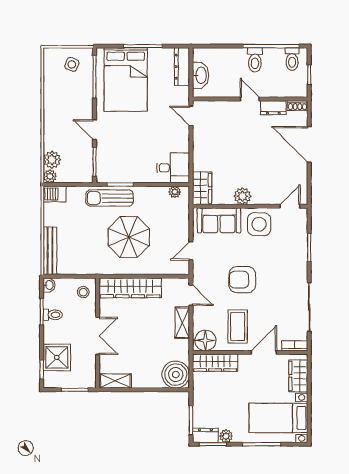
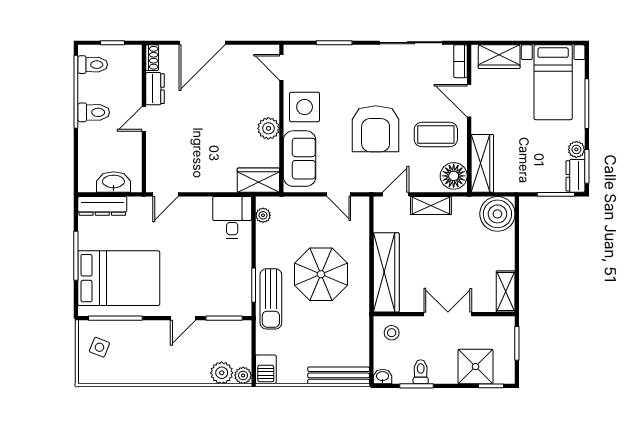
armchair: (242, 280) -> (376, 129), width x1.36, depth x1.36

